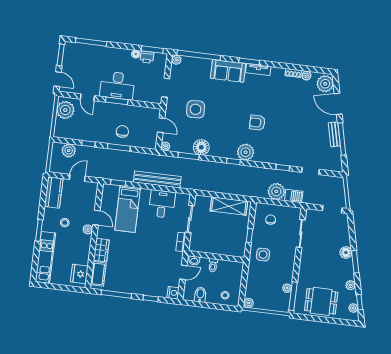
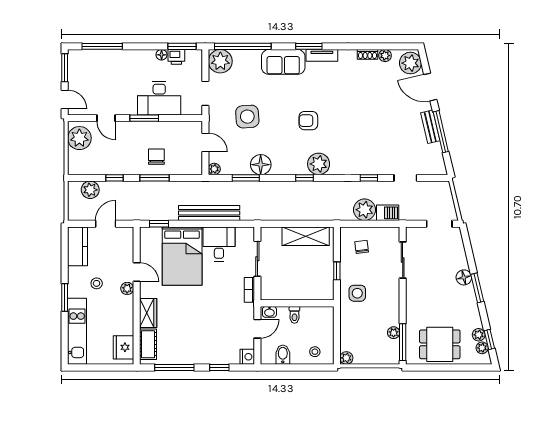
plant: (176, 60) -> (220, 61), width x1.88, depth x1.88
desk: (117, 86) -> (159, 98), moved
armchair: (257, 123) -> (308, 121), moved
bed: (128, 209) -> (182, 256), width x1.50
plant: (350, 285) -> (479, 335), moved

